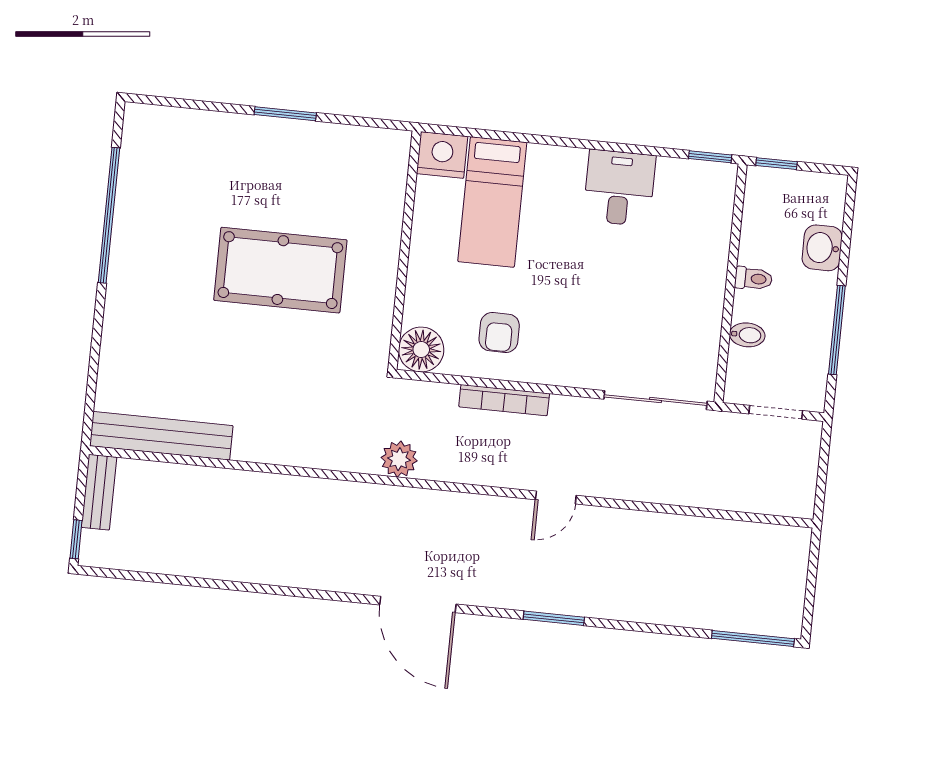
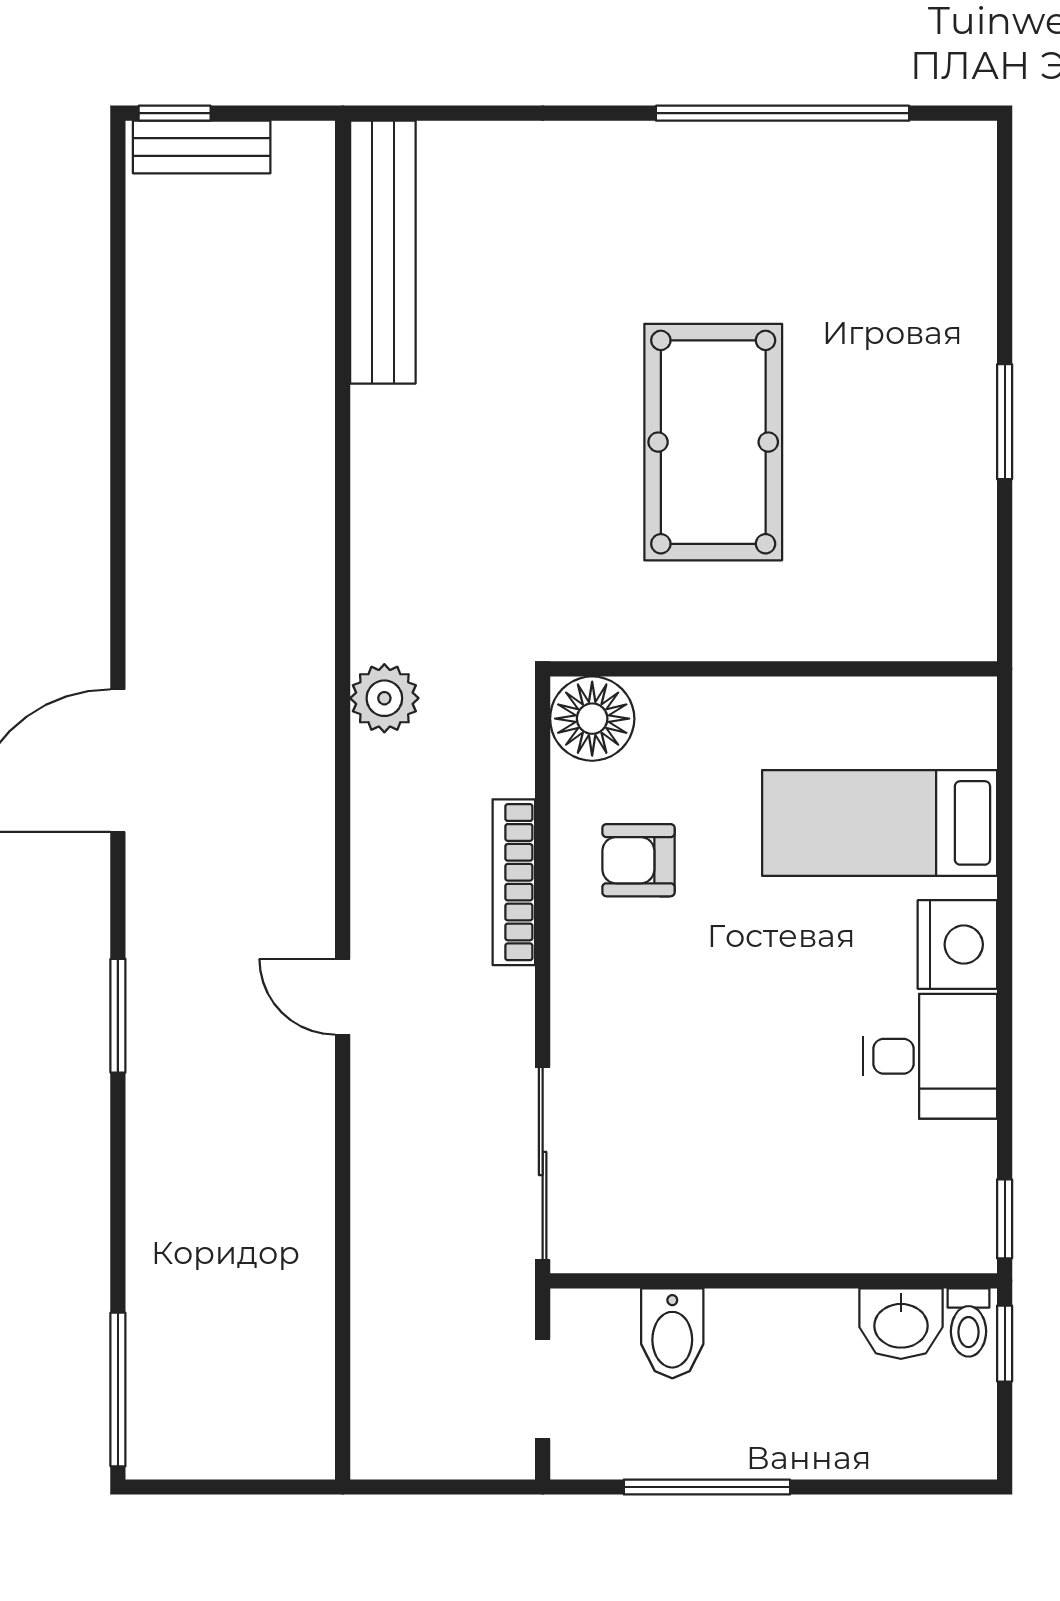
nightstand: (442, 155) -> (957, 945), moved
washbasin: (822, 248) -> (901, 1324), moved, turned 180
toilet: (753, 279) -> (969, 1322), moved
bidet: (747, 335) -> (672, 1333), width x1.38, depth x1.36
bench: (99, 492) -> (202, 147), moved

